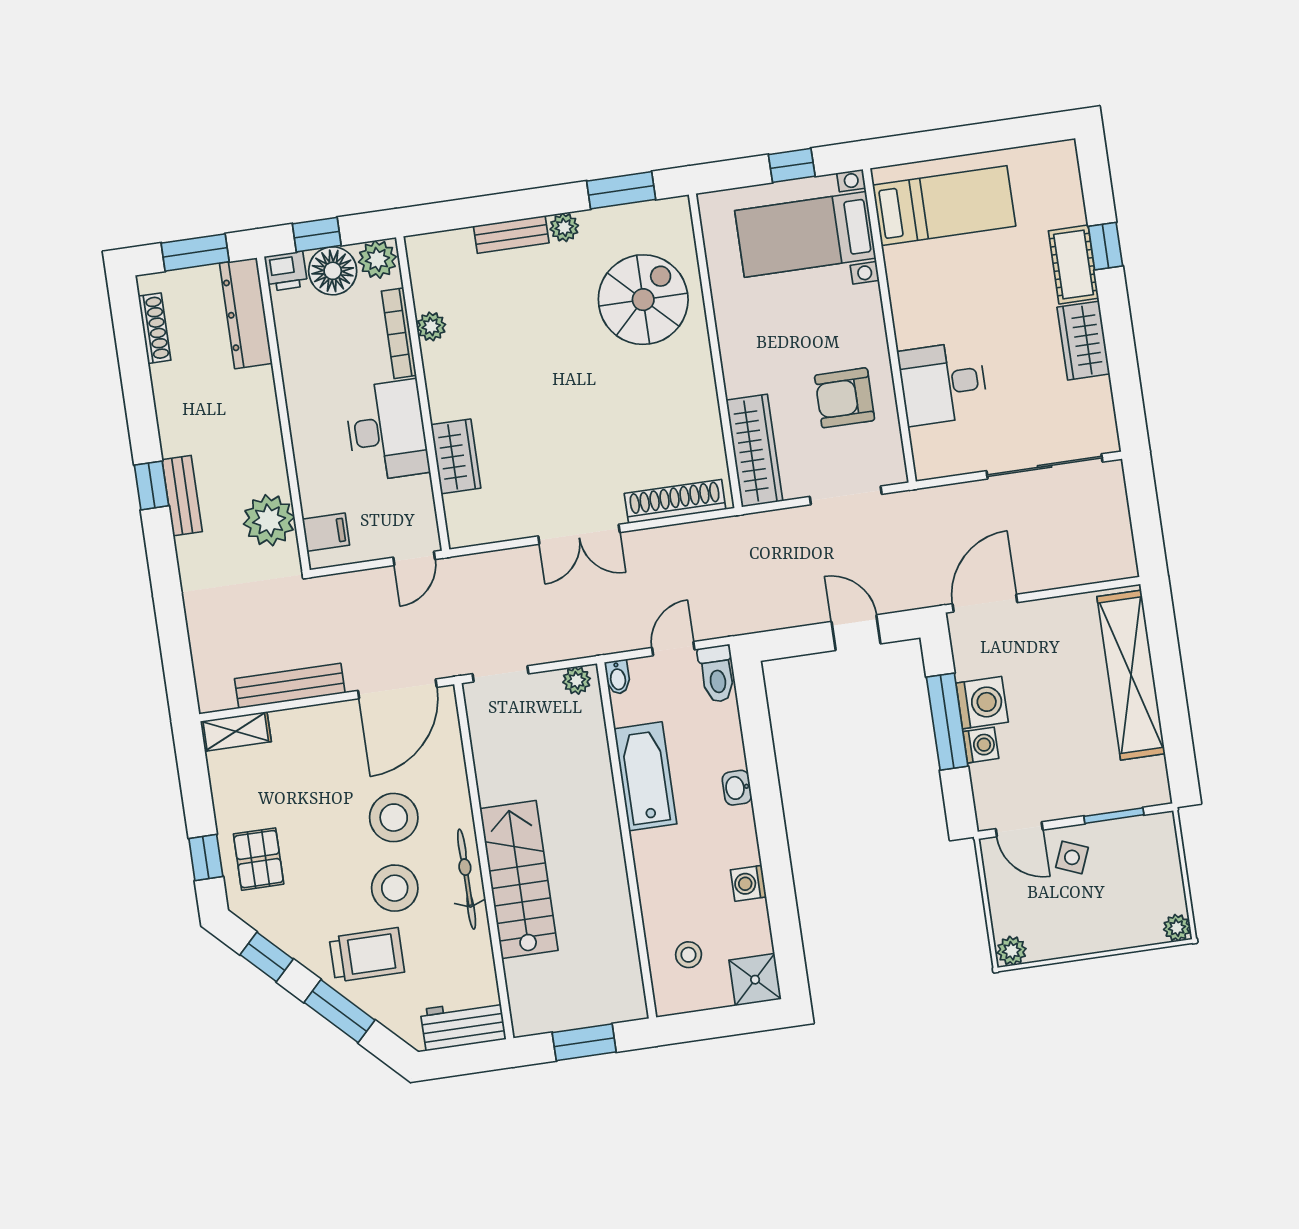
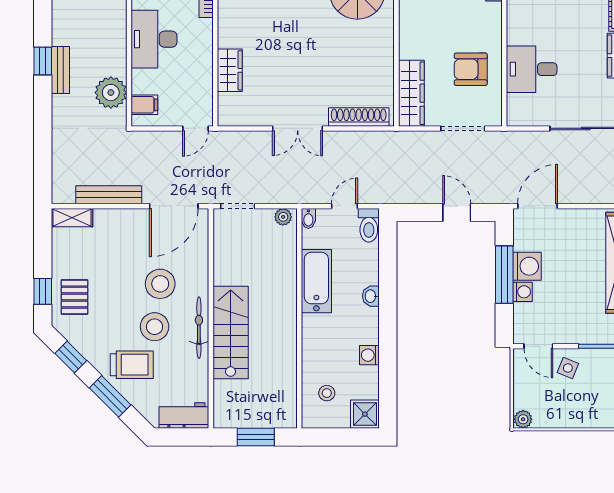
desk: (387, 431) -> (154, 39), moved, turned 180

